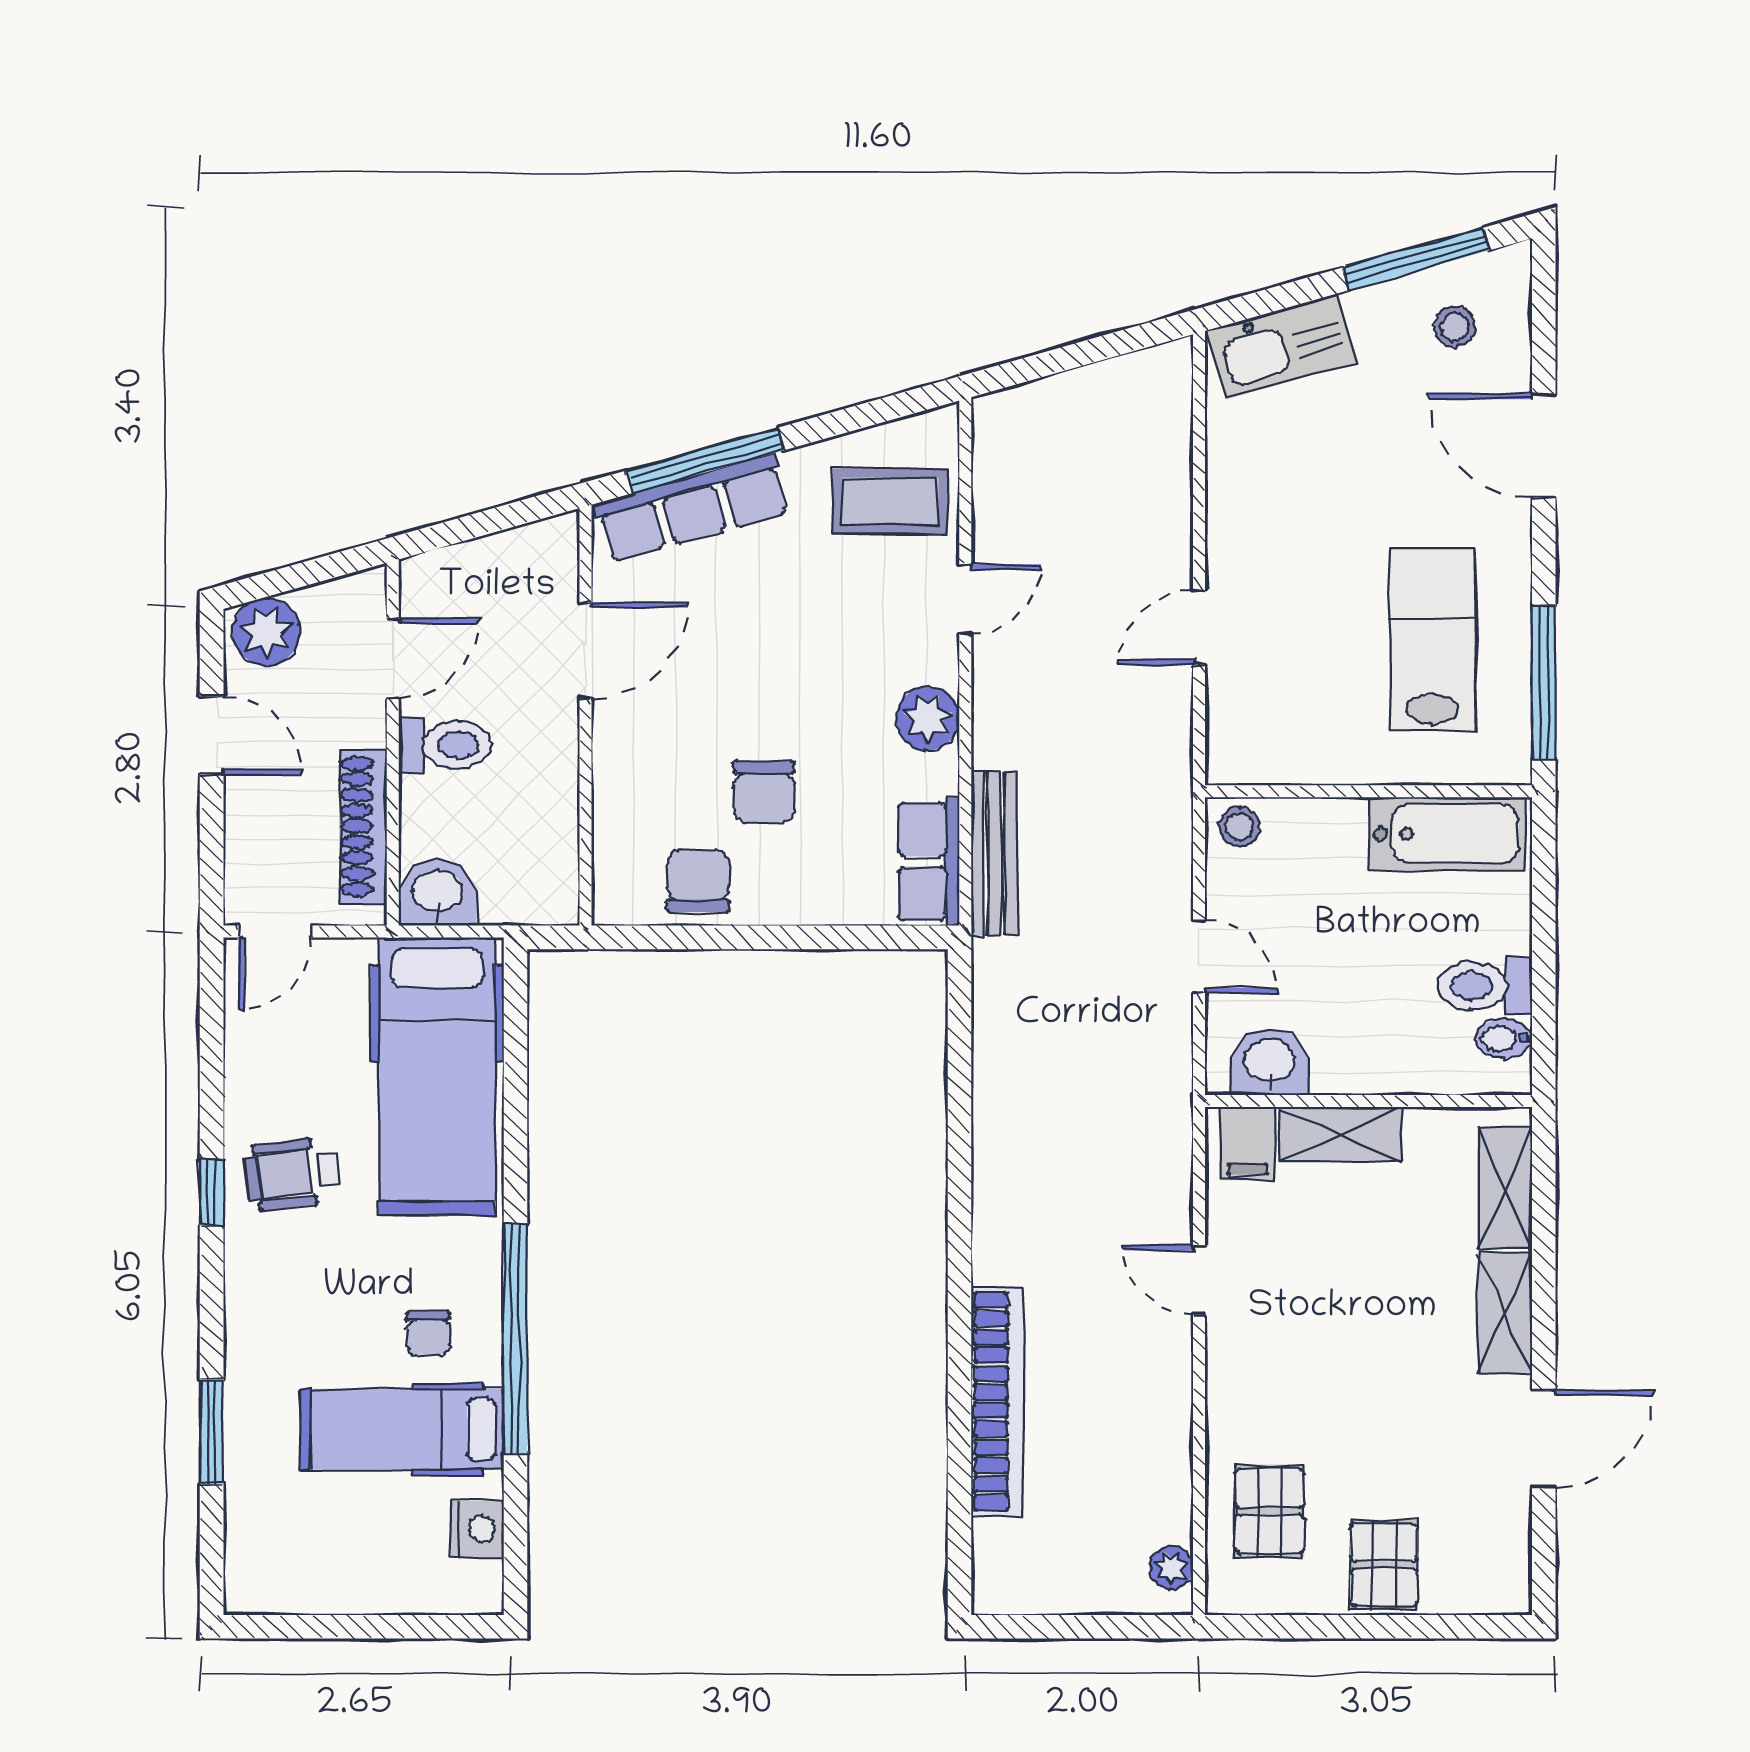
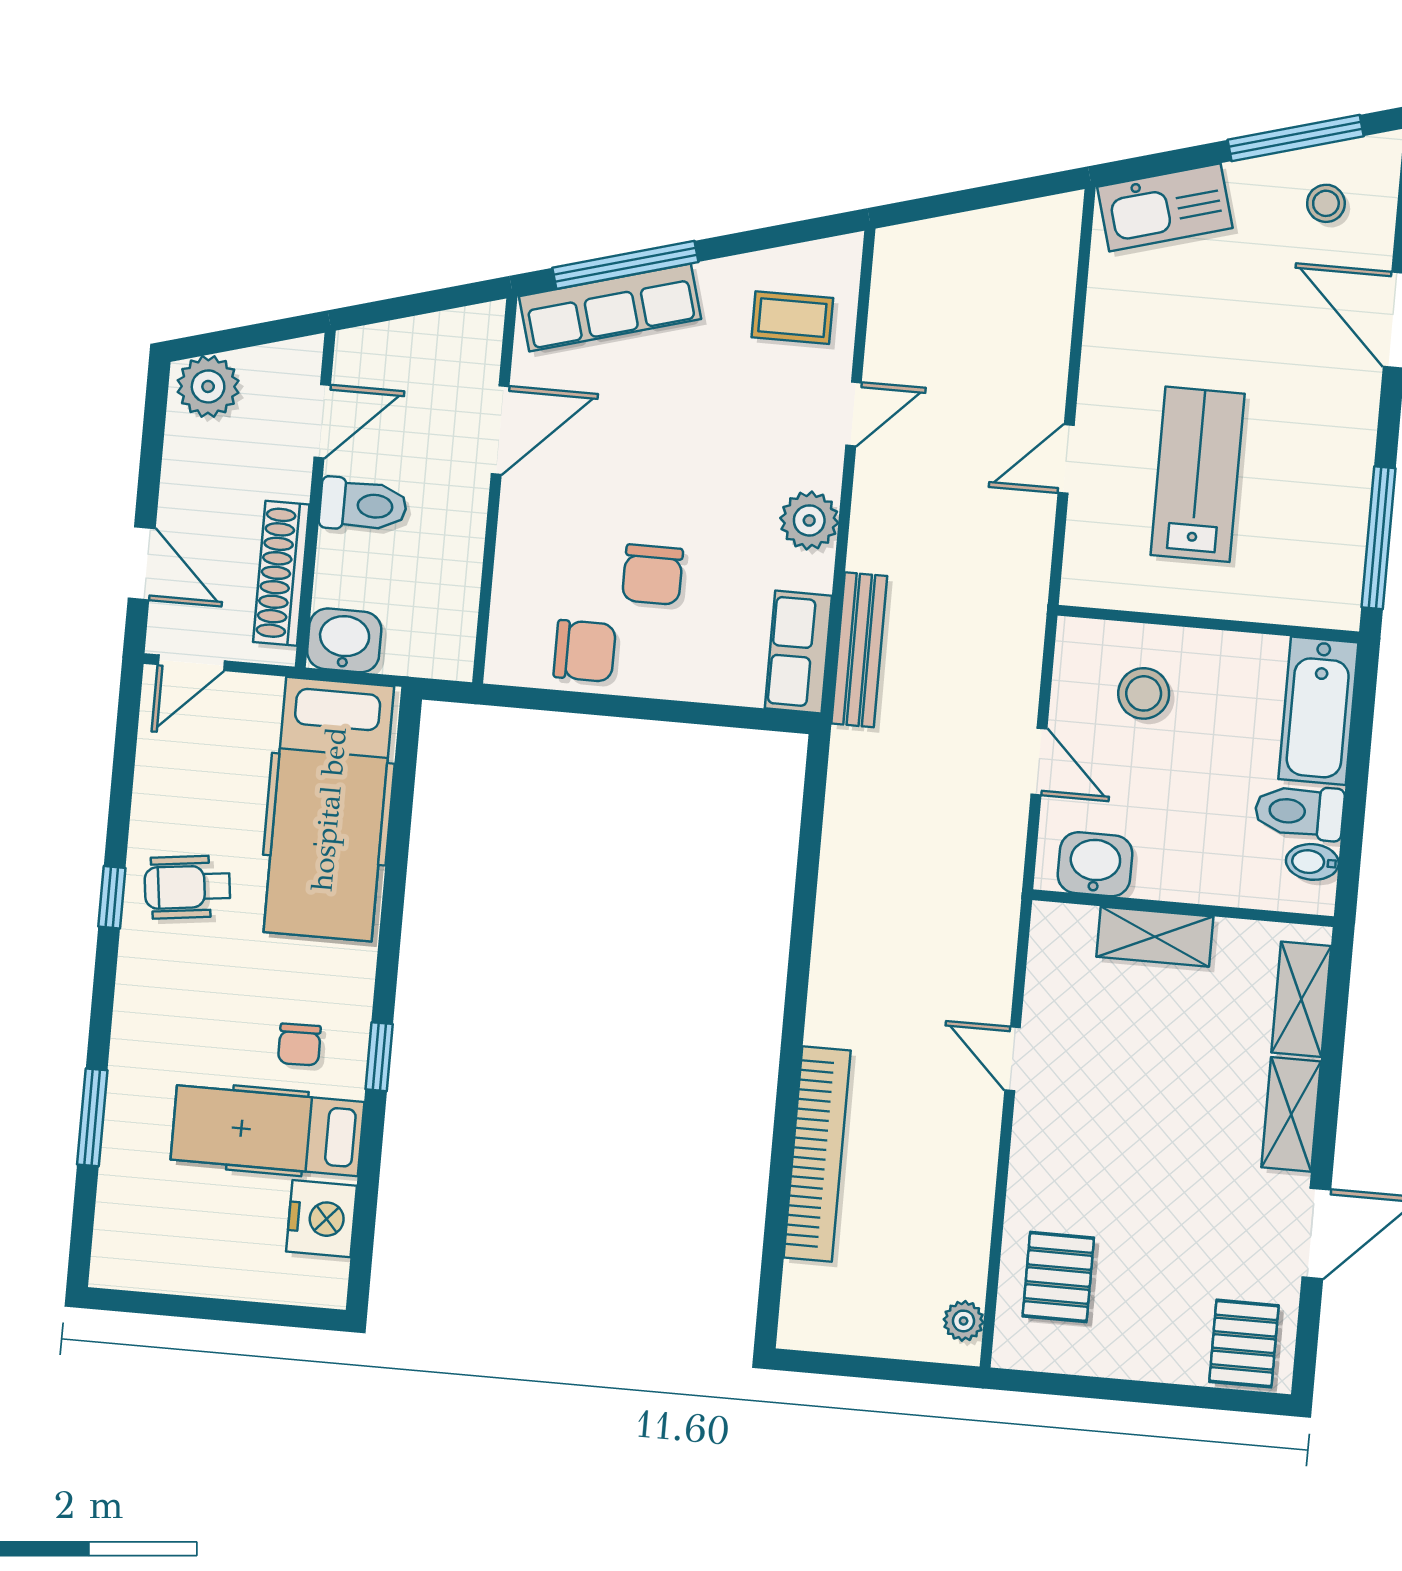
coffee table: (890, 501) -> (792, 318), width x0.73, depth x0.77
lab bench: (1432, 639) -> (1198, 474), moved
door: (212, 735) -> (142, 563), moved
stool: (1239, 827) -> (1144, 693), moved, width x1.37, depth x1.37
bathtub: (1447, 834) -> (1318, 711), moved, turned 90
chair: (698, 881) -> (585, 651), turned 90
filing cabinet: (1248, 1143) -> (1068, 937), removed
window: (515, 1339) -> (379, 1057), width x0.32
nightstand: (477, 1529) -> (322, 1219), width x1.36, depth x1.33
pallet: (1384, 1565) -> (1244, 1344), moved

